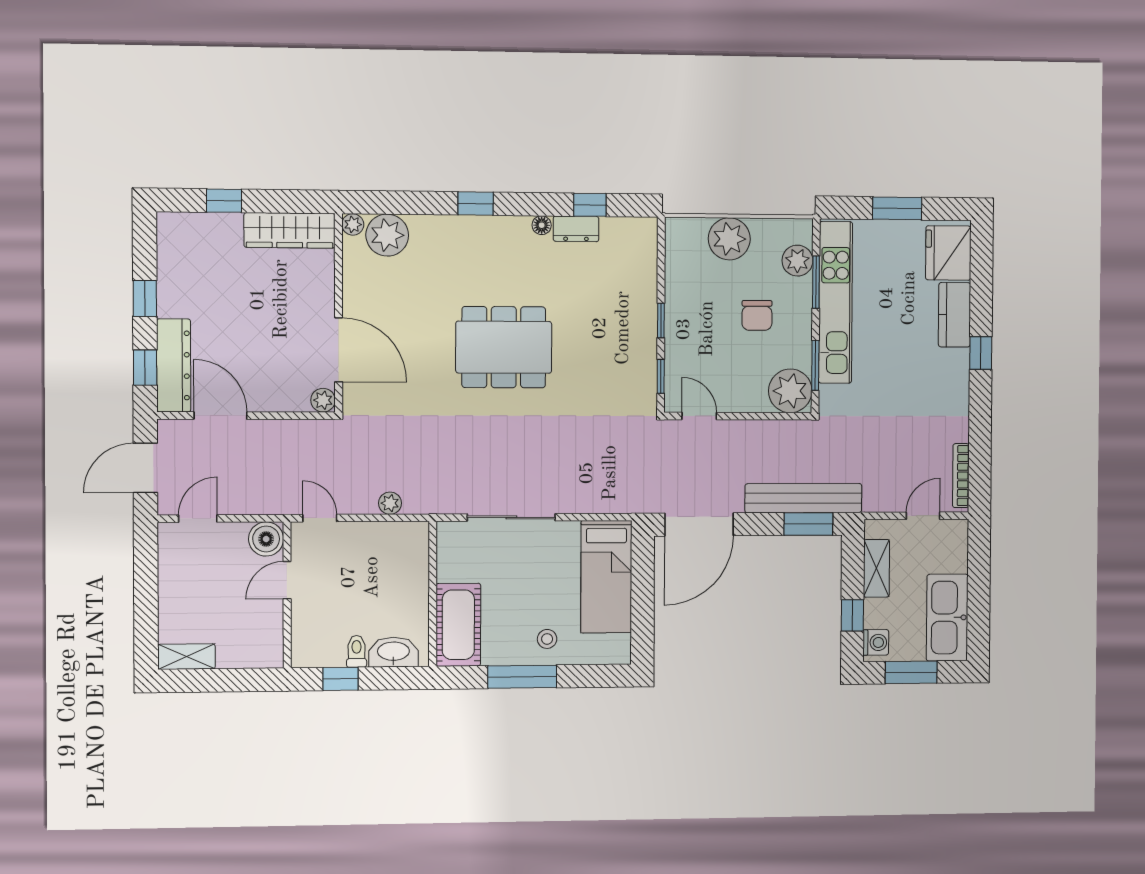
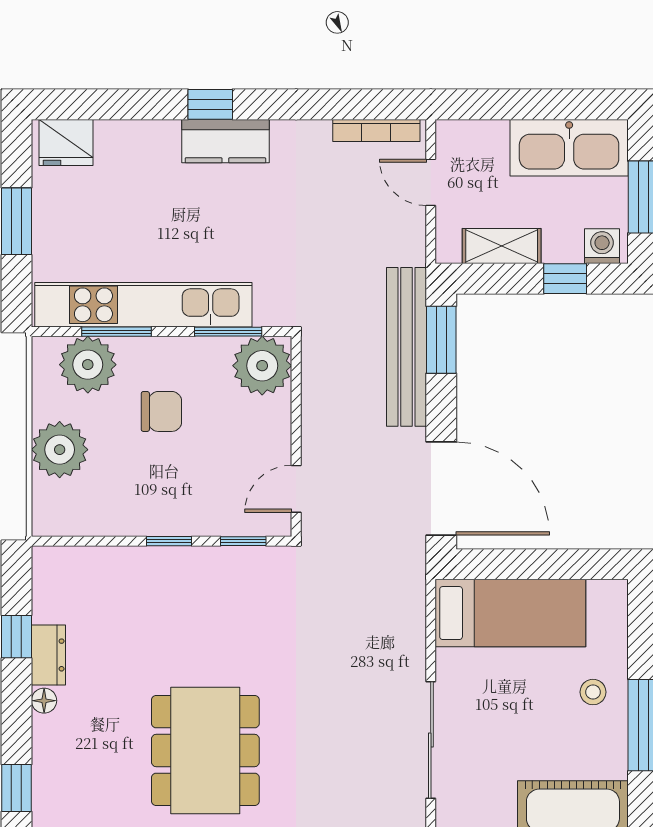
fridge: (948, 253) -> (66, 142), width x0.73, depth x0.75
plant: (797, 261) -> (88, 365), width x1.36, depth x1.36
kitchen counter: (955, 315) -> (225, 141), moved

